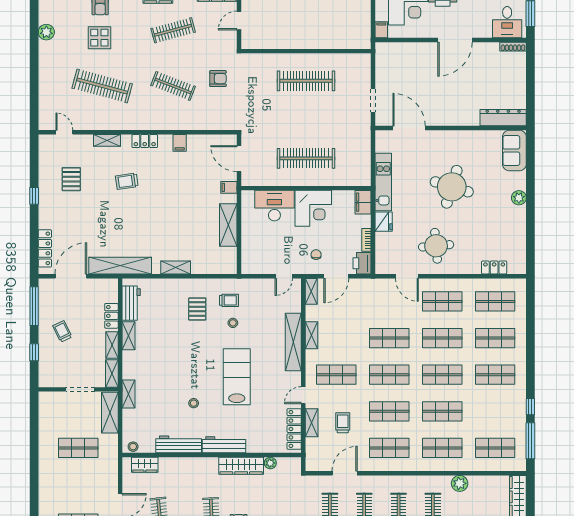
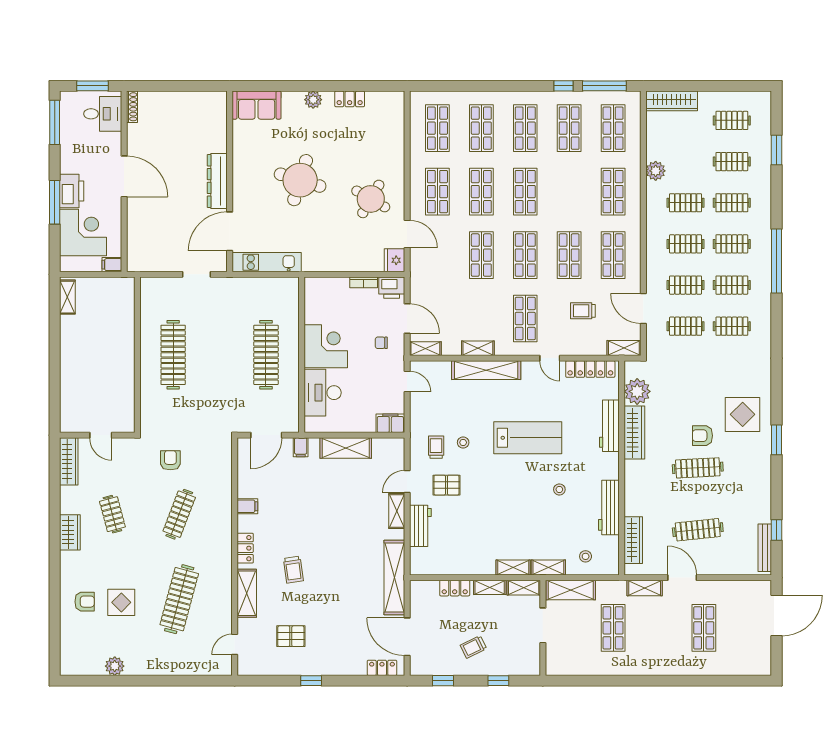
clothes rail: (173, 30) -> (112, 514), width x0.73
dresser: (503, 118) -> (217, 181), moved
shelving: (107, 140) -> (247, 593), width x1.50, depth x1.33
kitchen unit: (383, 182) -> (267, 262), moved
filing cabinet: (363, 202) -> (390, 423), moved, turned 180
fridge: (384, 222) -> (395, 260), moved, turned -90
round table: (436, 246) -> (371, 199), turned 35
locker: (45, 248) -> (382, 668), width x0.66
locker: (494, 267) -> (350, 99), moved, turned -90
door: (200, 276) -> (407, 482), added
door: (407, 276) -> (407, 234), hinge flipped
workbench: (131, 303) -> (420, 526), moved, turned 90
window: (34, 306) -> (443, 681), width x0.46
shelving: (129, 336) -> (513, 567), moved
lab bench: (237, 377) -> (528, 438), turned 180
shop shelf: (442, 411) -> (569, 128), moved
shelving: (312, 423) -> (624, 348), moved
workbench: (224, 445) -> (609, 426), moved
stool: (133, 447) -> (586, 556), moved
plant: (270, 463) -> (637, 391), width x1.87, depth x1.87
wardrobe: (145, 465) -> (633, 540), width x1.50
shelving: (111, 474) -> (645, 588), added

